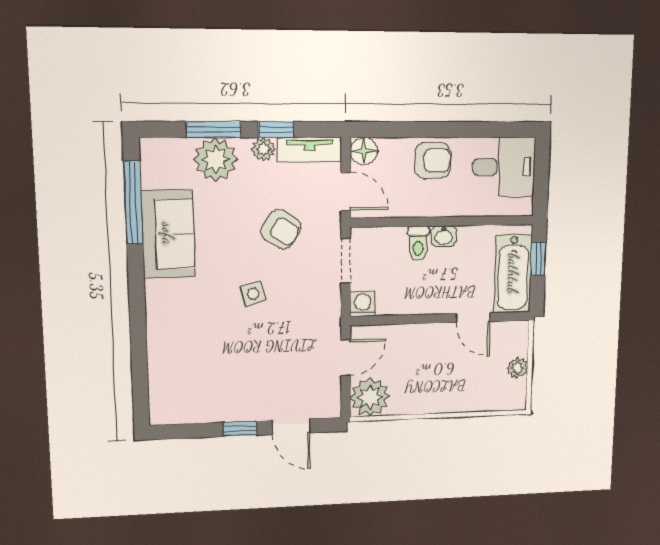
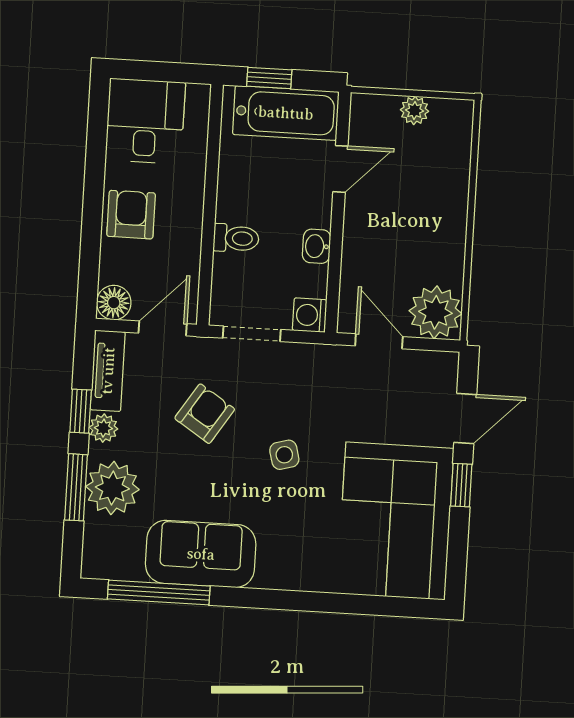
washbasin: (444, 236) -> (317, 246), moved, turned 180
corner sofa: (208, 383) -> (395, 521), added

